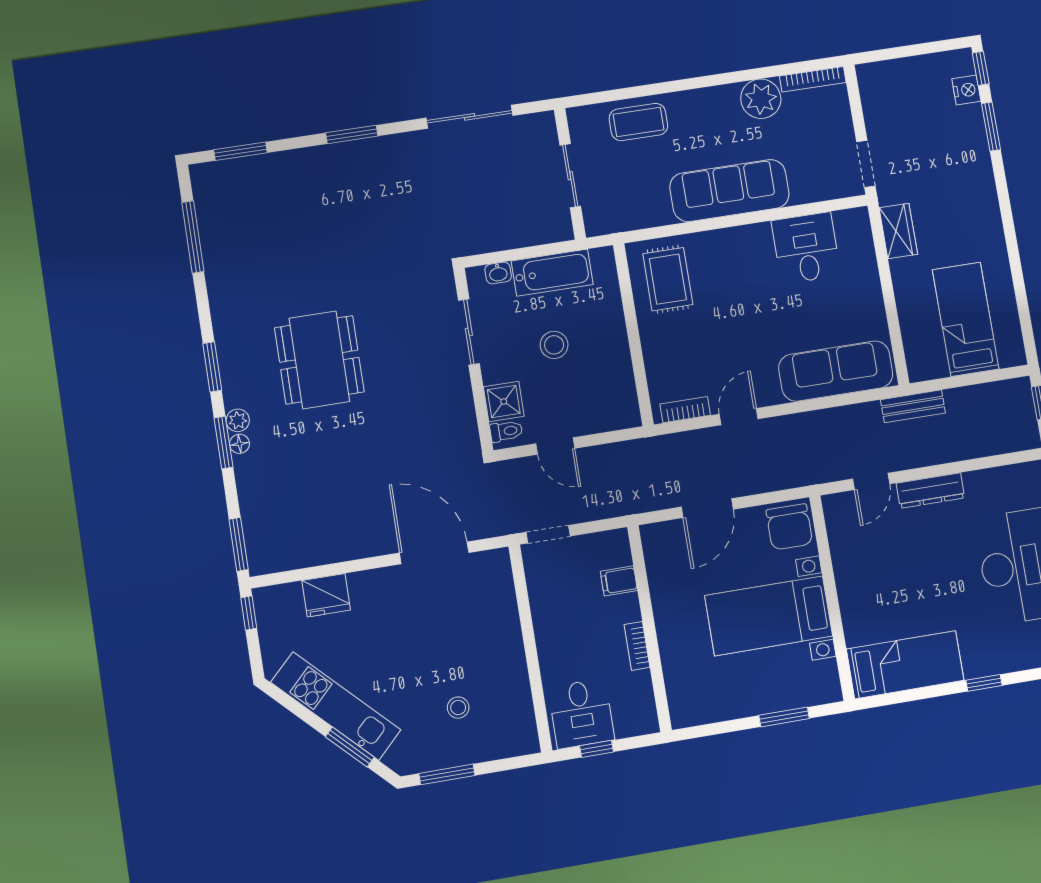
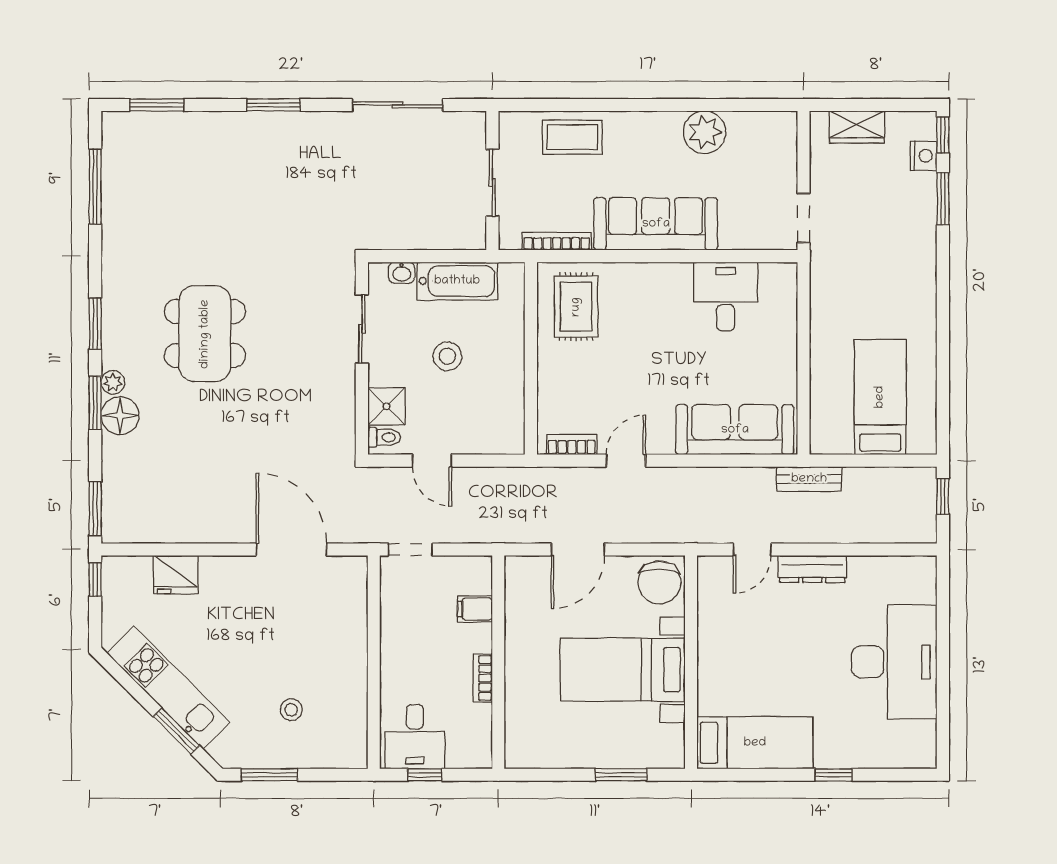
bookcase: (813, 79) -> (557, 241), moved, turned 180
wardrobe: (898, 231) -> (857, 127), moved, turned 90
floor lamp: (239, 444) -> (120, 415), width x1.89, depth x1.89

